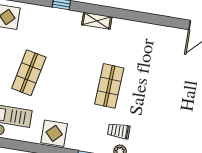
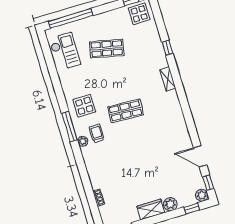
display table: (54, 133) -> (84, 106), moved

